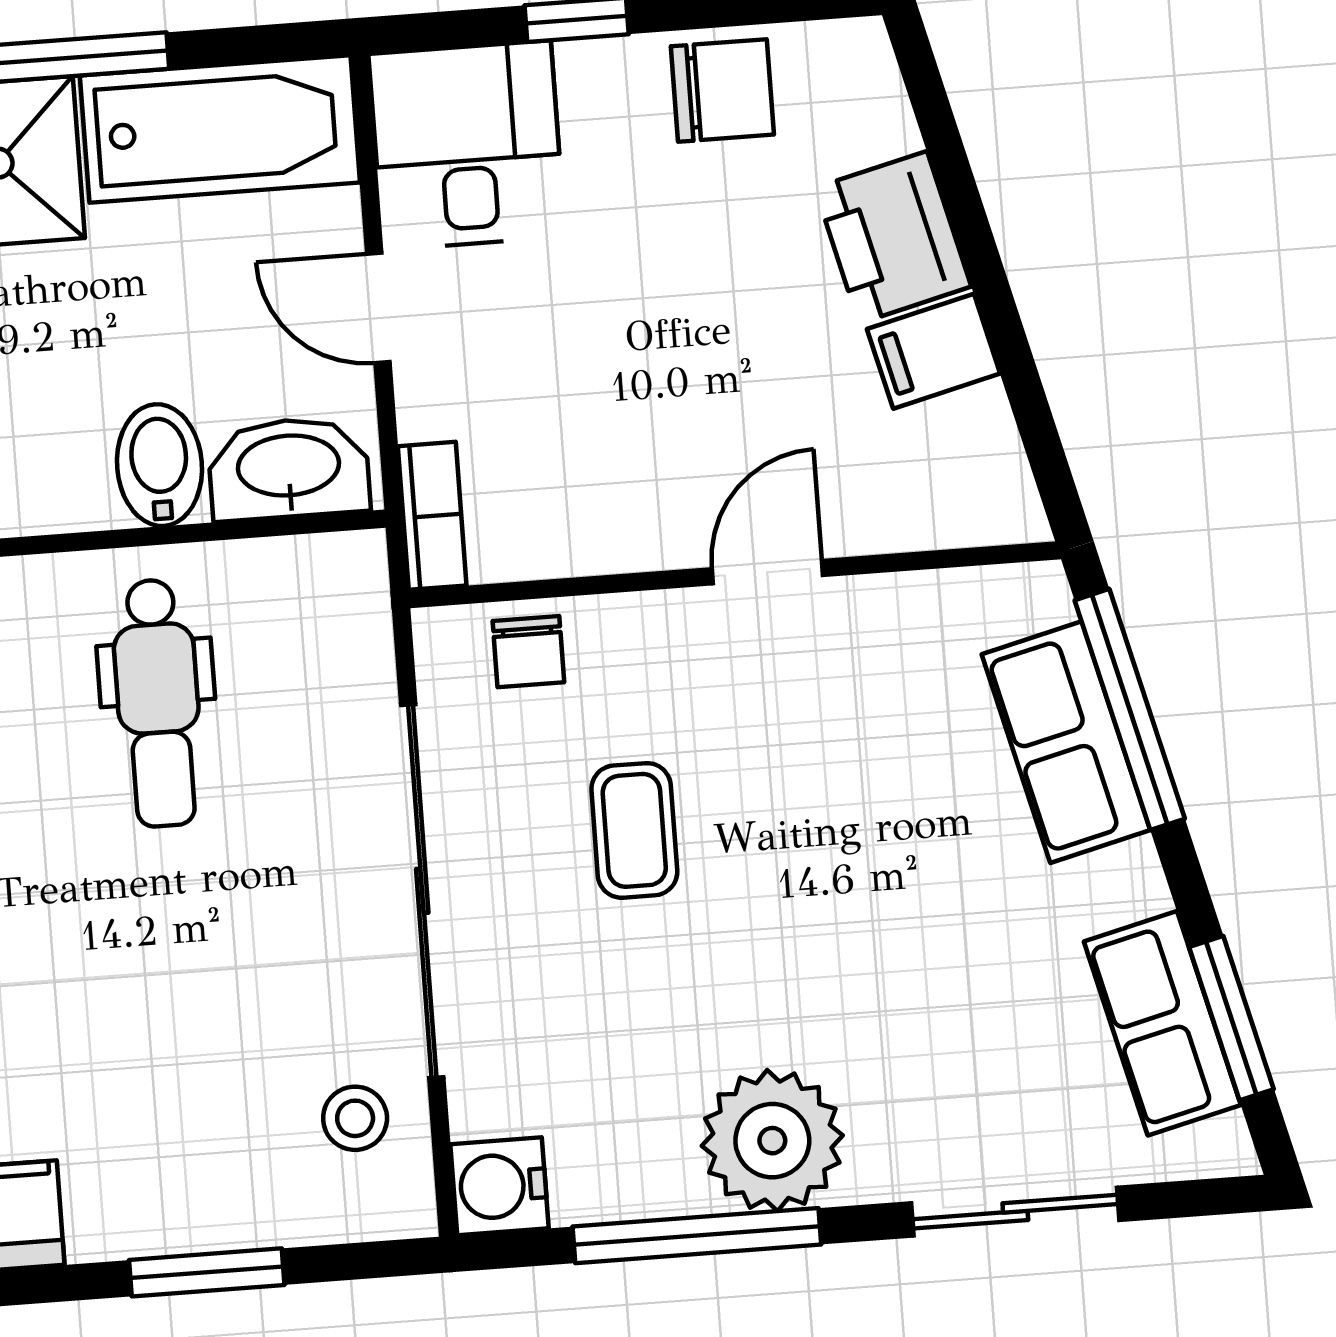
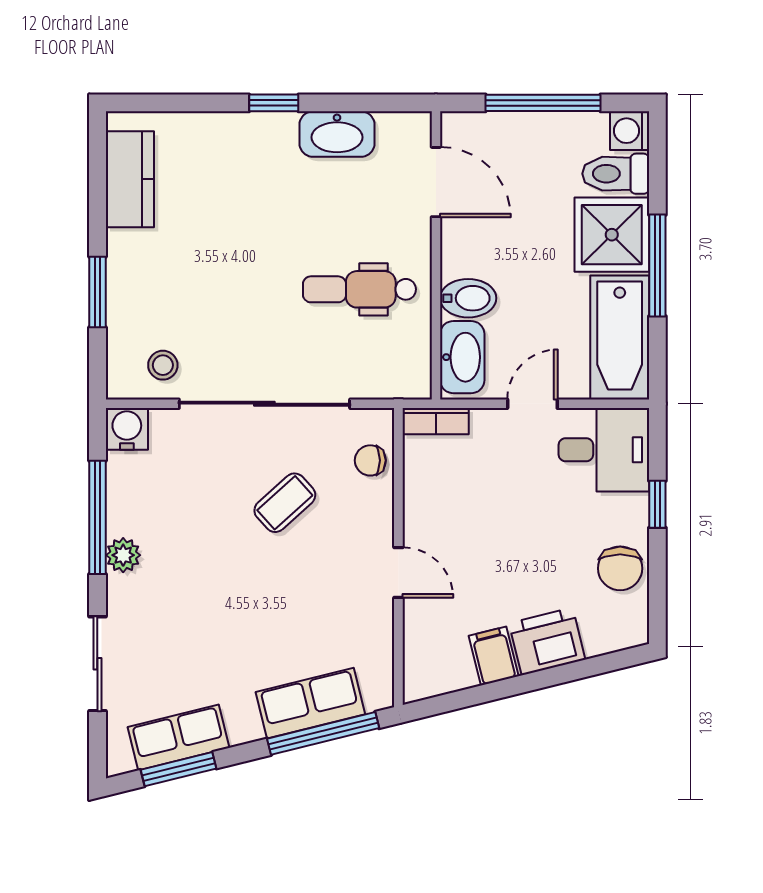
coffee table: (634, 830) -> (285, 503), turned -42
plant: (772, 1141) -> (123, 555), width x0.53, depth x0.53

